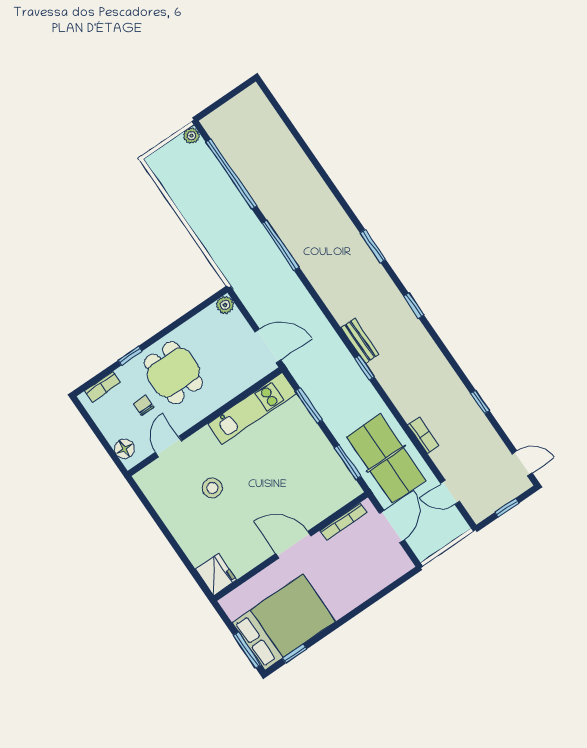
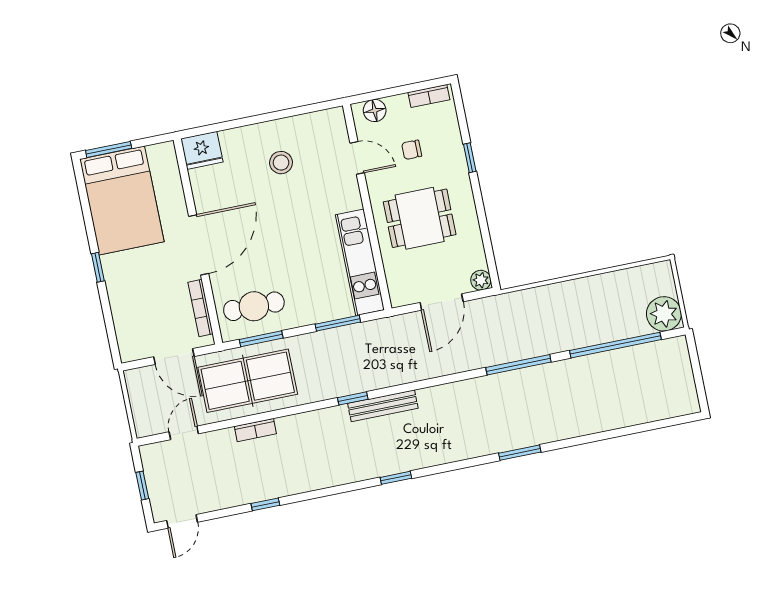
plant: (191, 136) -> (664, 314), width x1.88, depth x1.88
window: (373, 246) -> (520, 453), moved
bench: (360, 341) -> (383, 406), width x1.36
door: (268, 346) -> (442, 302), moved
dining table: (173, 373) -> (420, 218), moved
bookcase: (103, 387) -> (429, 96), moved, turned -90
chair: (143, 405) -> (412, 150), turned 180
cafe table: (324, 479) -> (254, 306), added
stool: (212, 488) -> (281, 163), moved
door: (293, 545) -> (199, 245), width x1.36
window: (295, 654) -> (98, 267), moved

